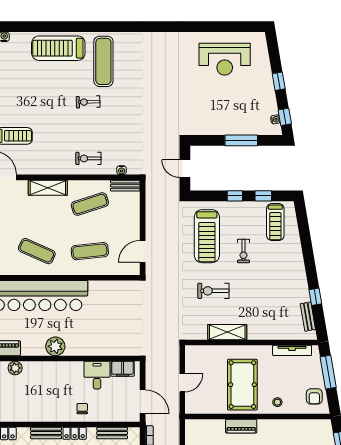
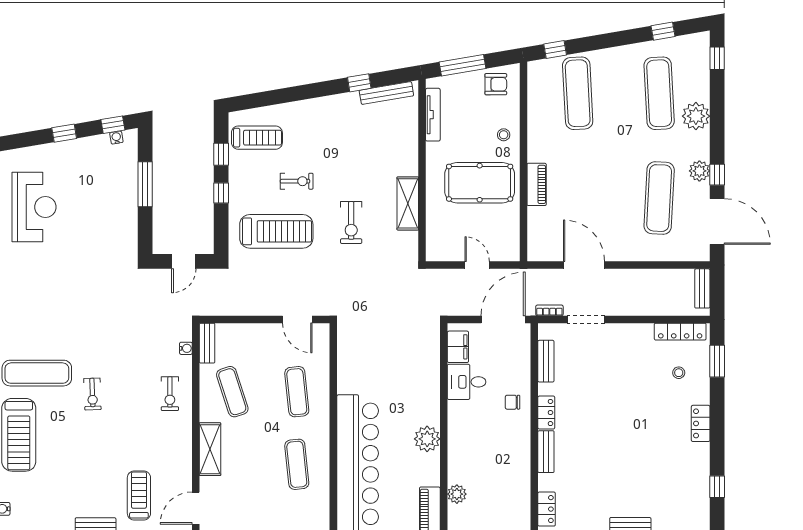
exercise mat: (37, 251) -> (297, 464), turned -30
bench: (308, 317) -> (386, 93), width x1.36
door: (143, 402) -> (503, 319), width x1.36

